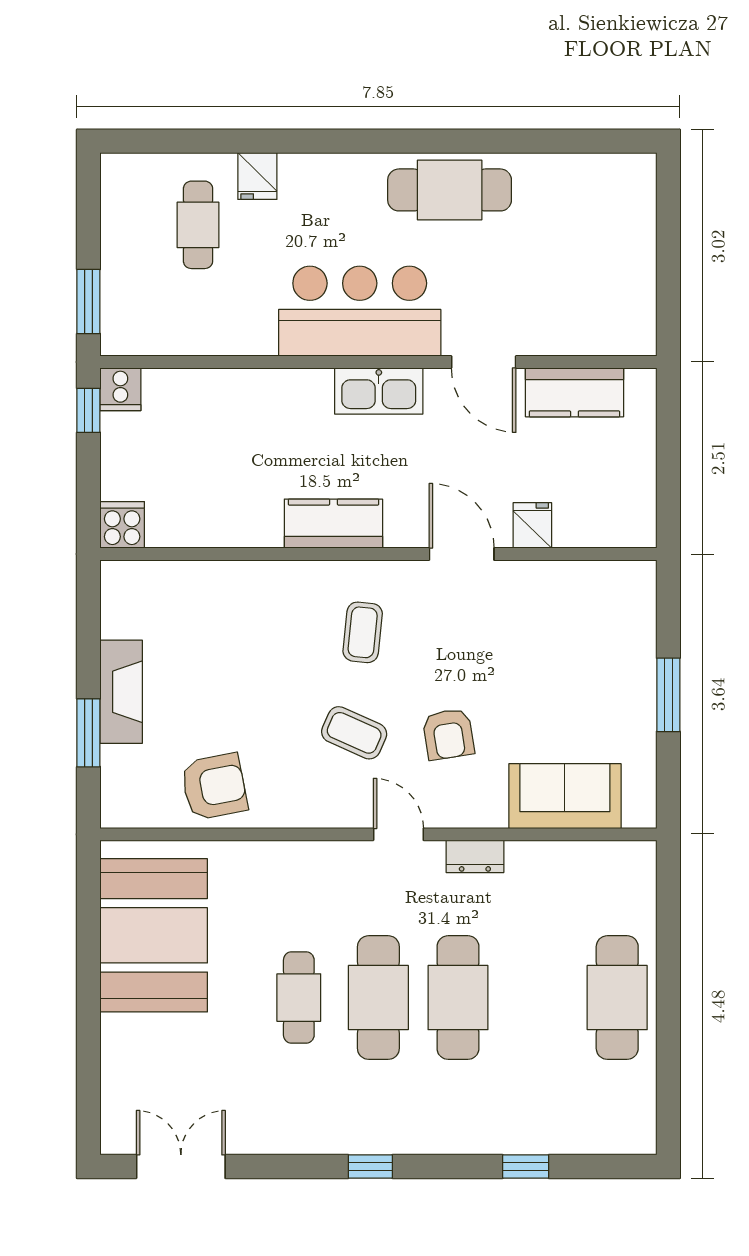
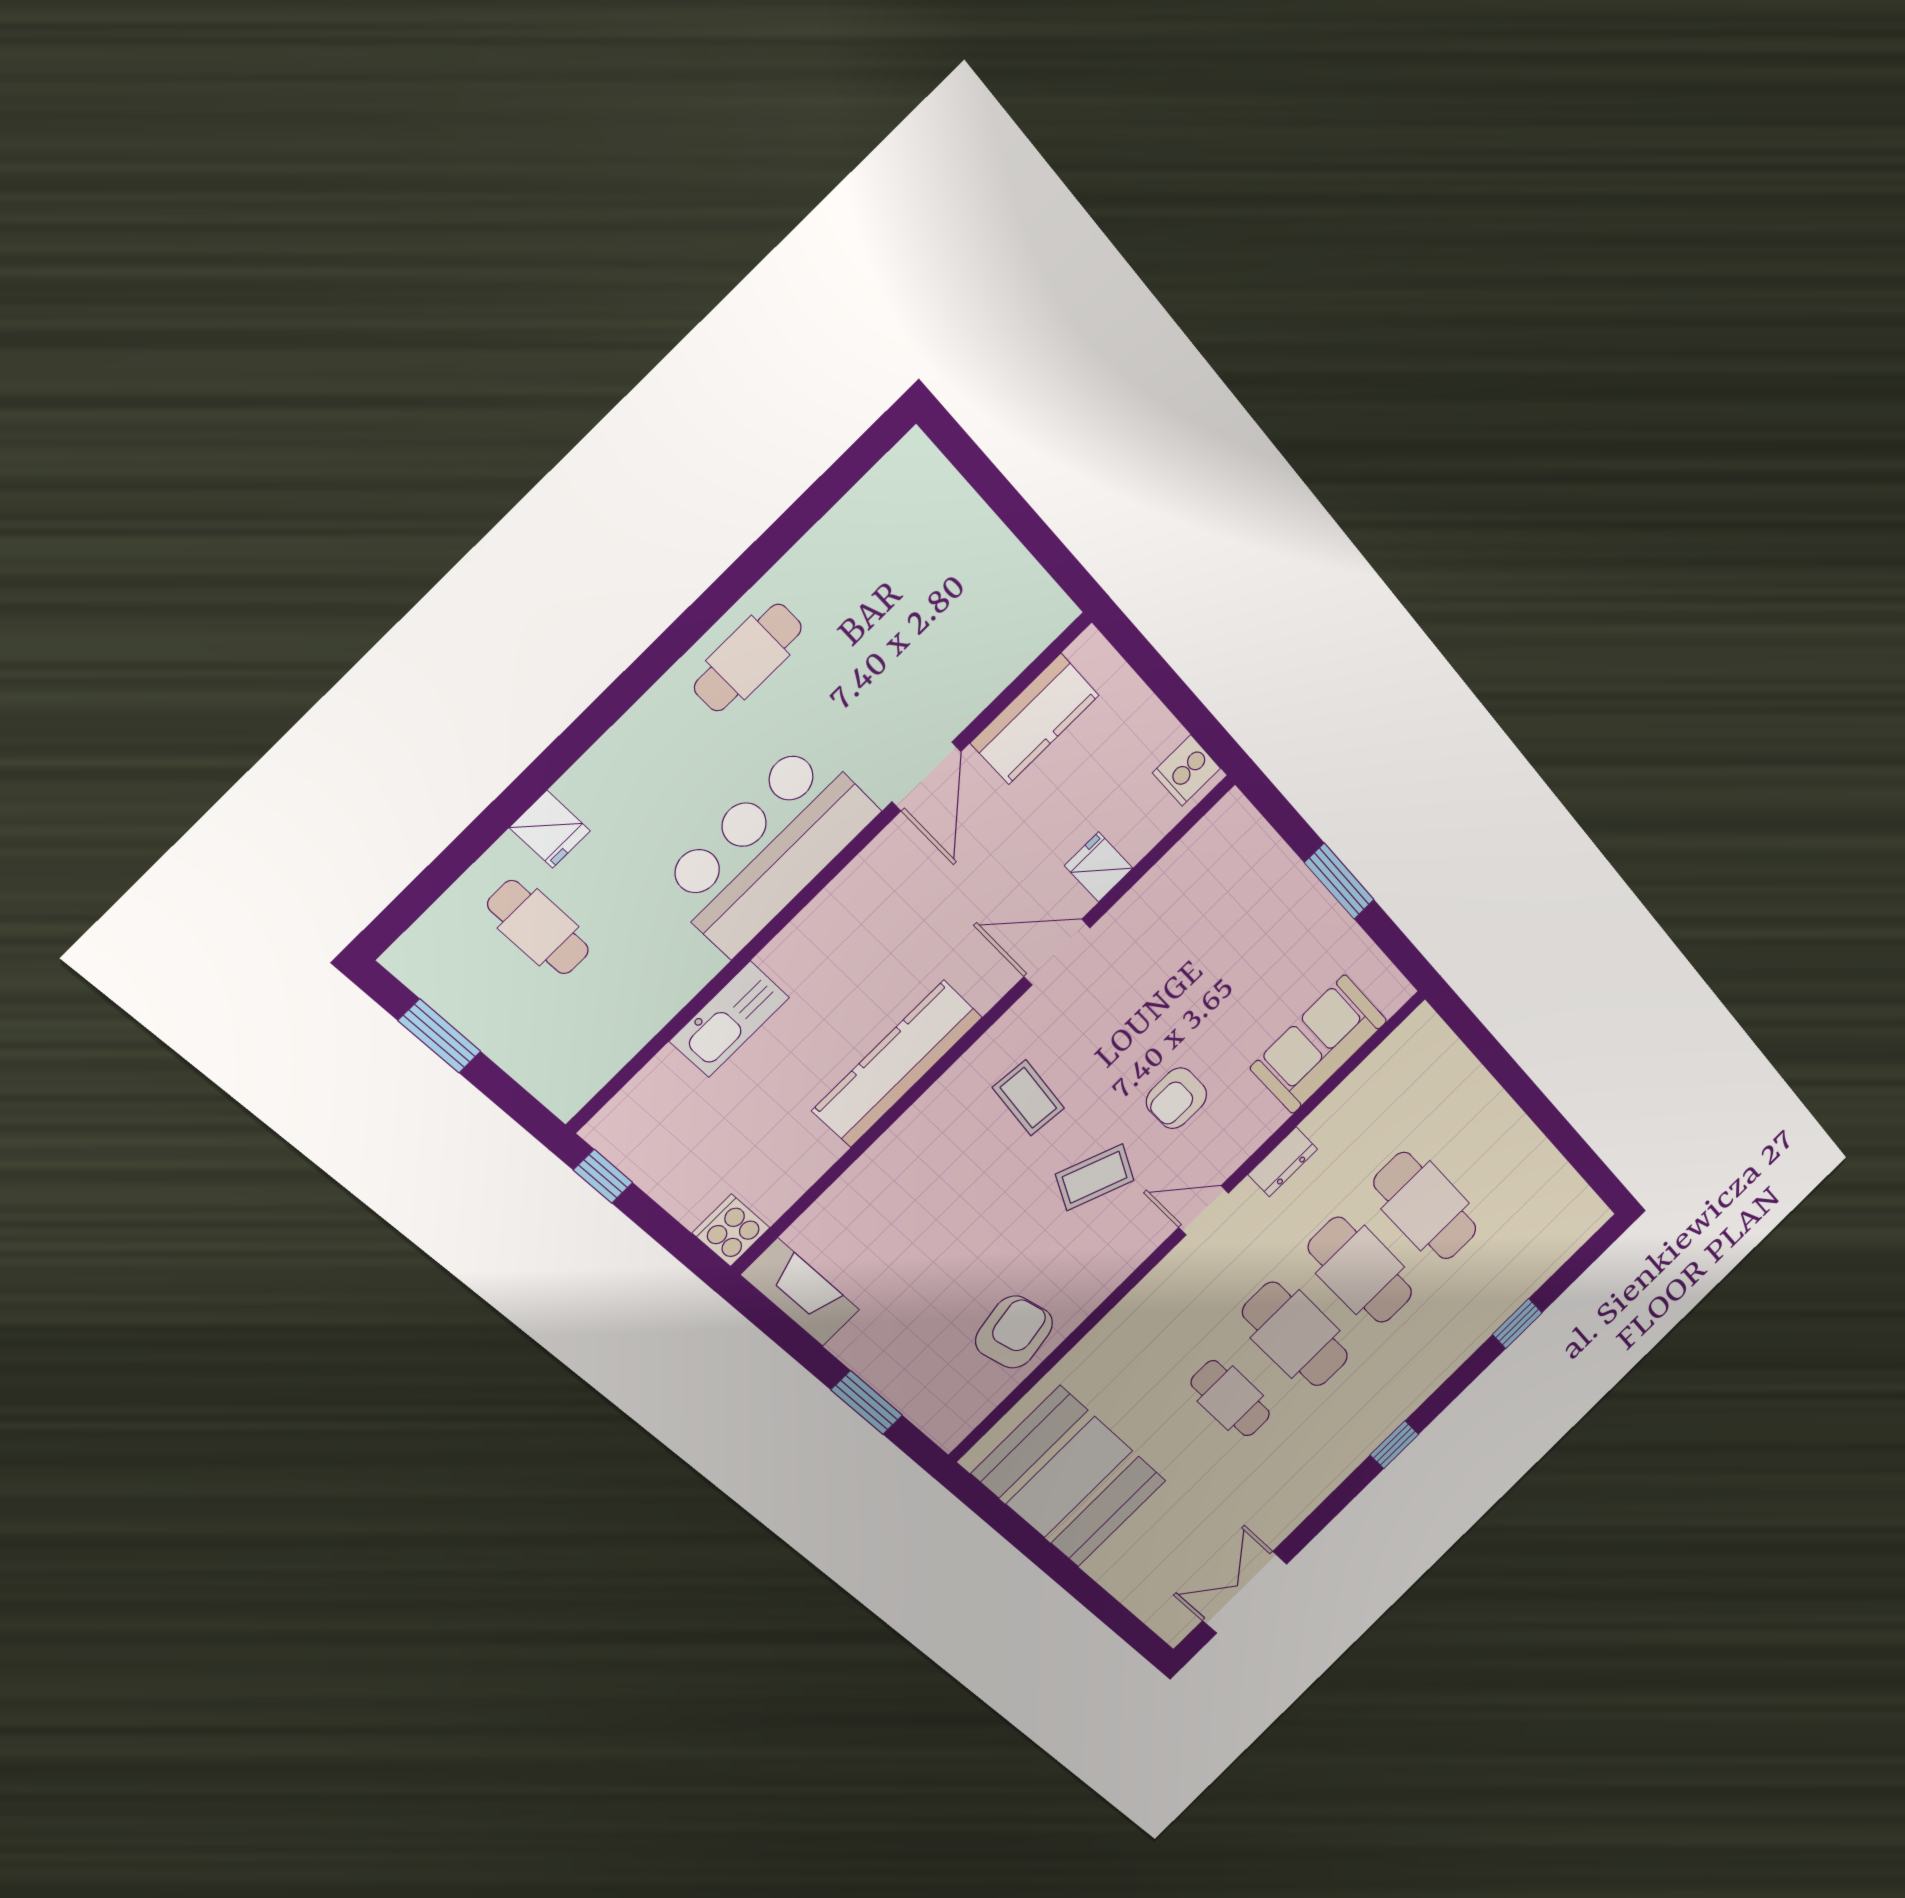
cafe table: (450, 190) -> (748, 658), width x0.73, depth x0.74
window: (88, 302) -> (439, 1036), moved
door: (484, 362) -> (926, 777), hinge flipped
cooker: (120, 389) -> (1186, 770), moved, turned 90
kitchen sink: (379, 391) -> (729, 1019), moved
kitchen counter: (333, 524) -> (897, 1064), width x1.50
fireplace: (121, 692) -> (800, 1292), moved
armchair: (448, 734) -> (1176, 1098), turned 99
cafe table: (617, 998) -> (1425, 1206), moved

